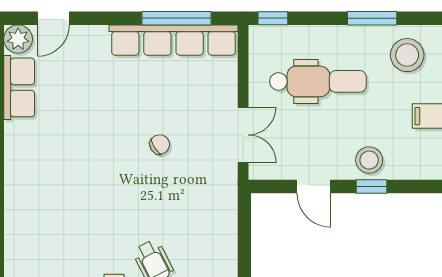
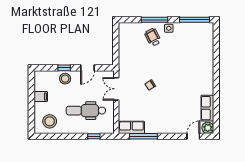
window: (273, 18) -> (94, 136), moved
window: (372, 18) -> (64, 136), removed
row of seats: (173, 40) -> (131, 127), width x0.50
door: (314, 186) -> (88, 68), swing flipped

